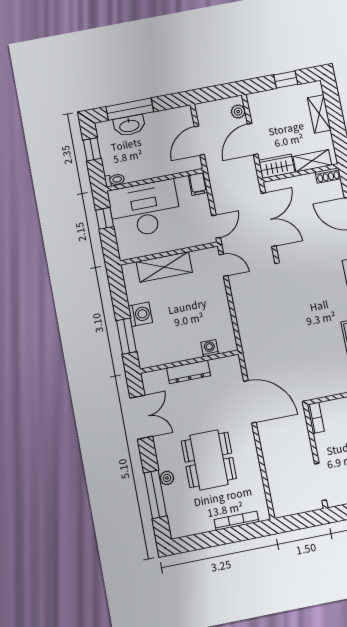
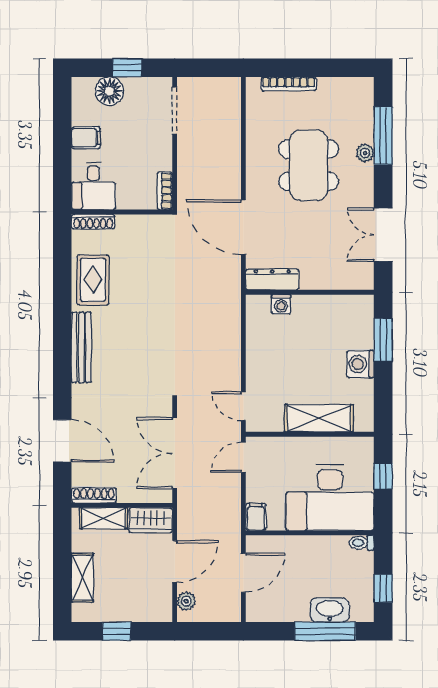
shoe rack: (328, 175) -> (94, 495), width x1.43
window: (105, 218) -> (383, 476), moved
dresser: (189, 372) -> (272, 280), moved

